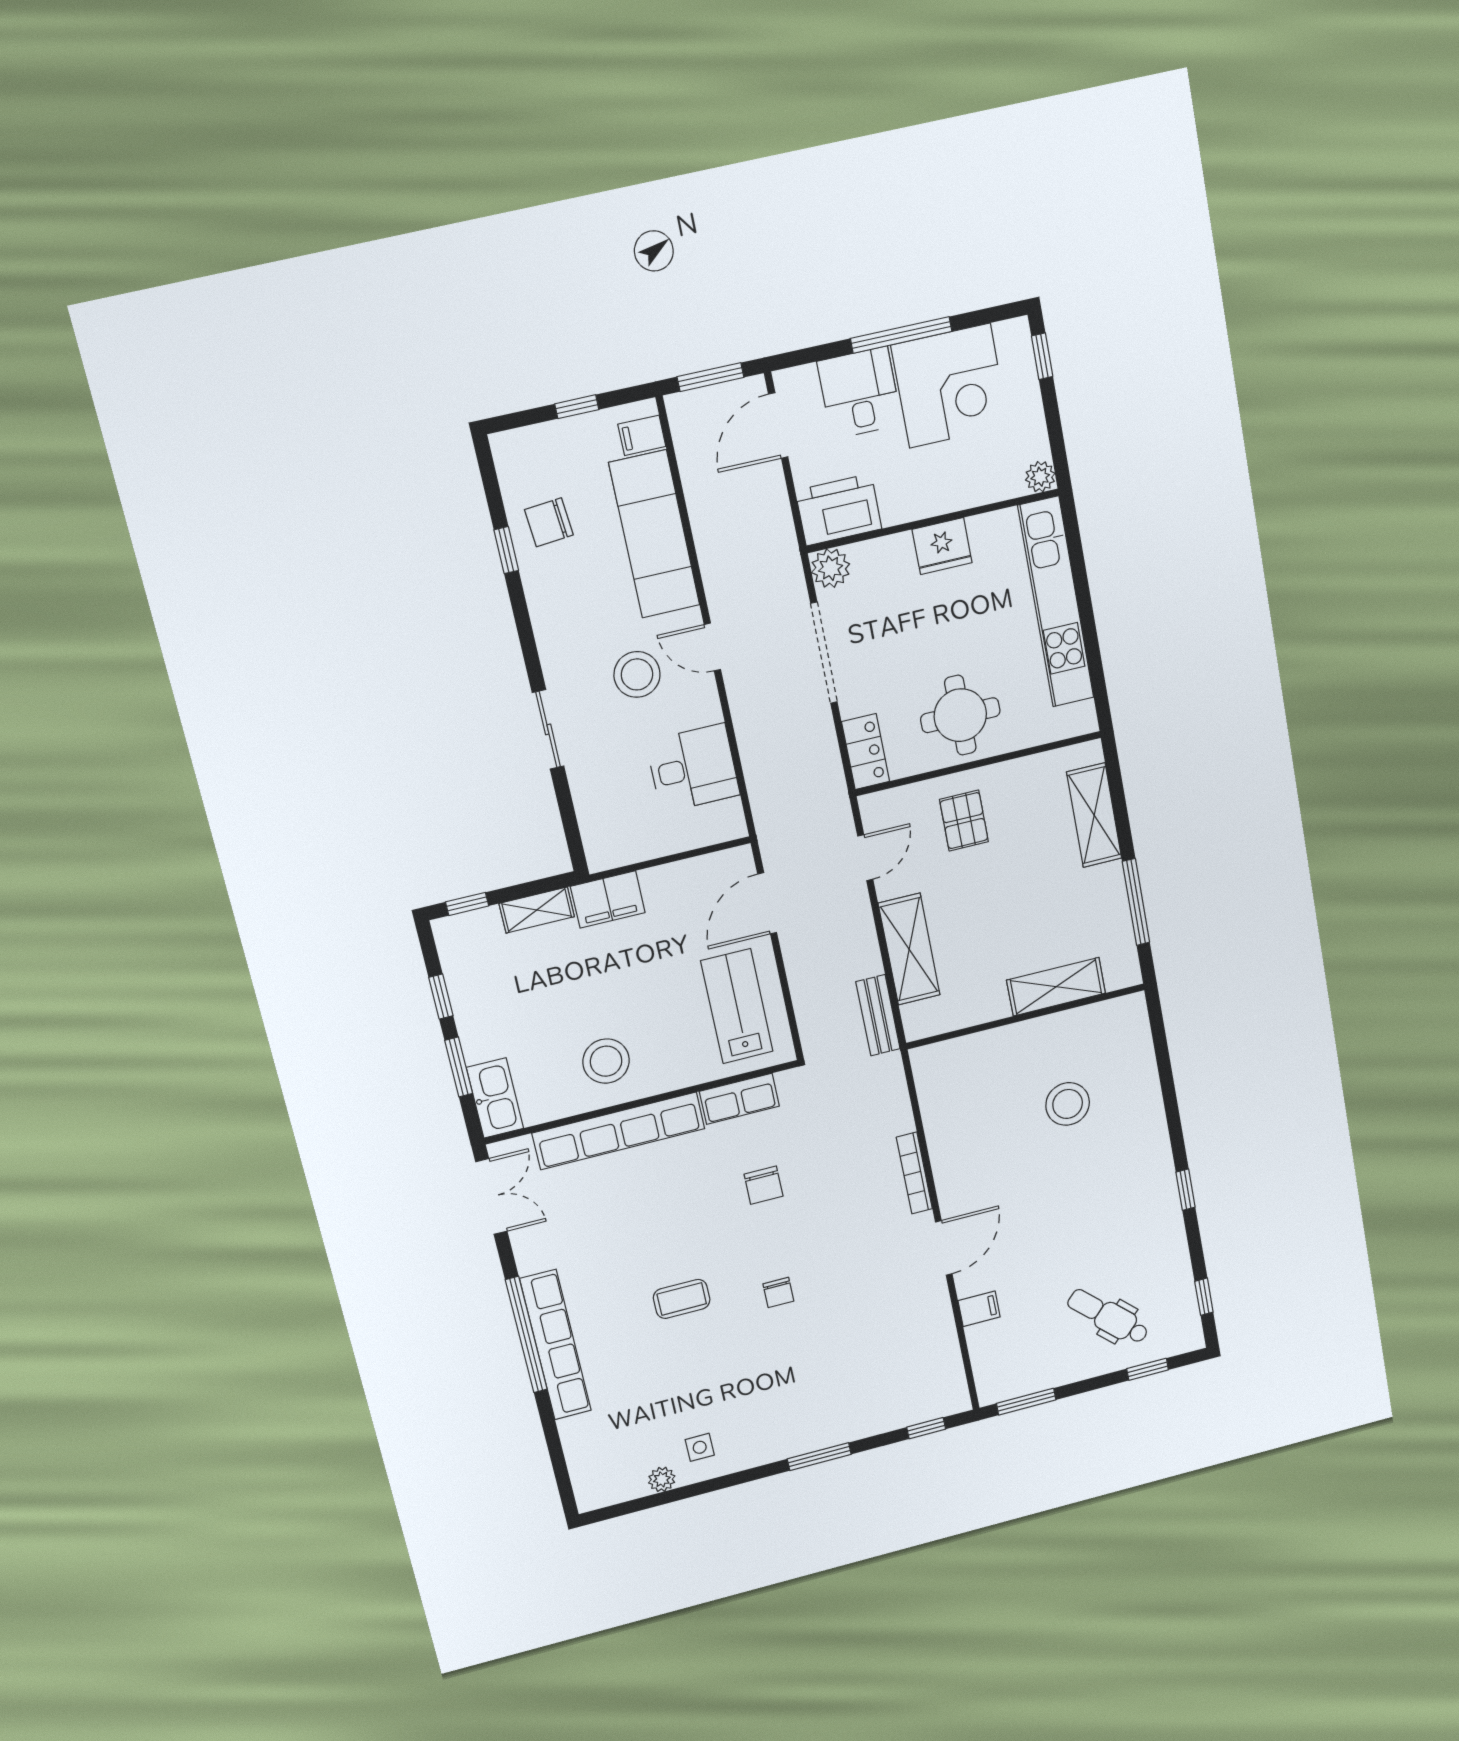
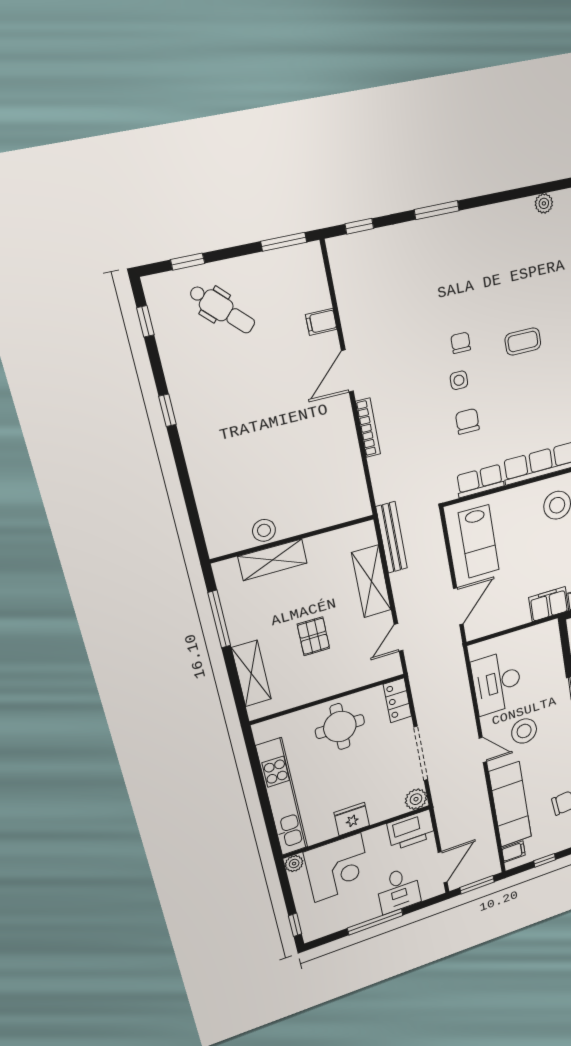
corner desk: (950, 386) -> (338, 868), moved, turned 180
desk: (693, 768) -> (497, 683), width x1.37
pallet: (964, 821) -> (313, 636), moved
bench: (878, 1015) -> (392, 538), width x1.36
stool: (1068, 1104) -> (264, 530), moved, width x0.73, depth x0.73
side table: (700, 1447) -> (459, 380), moved

